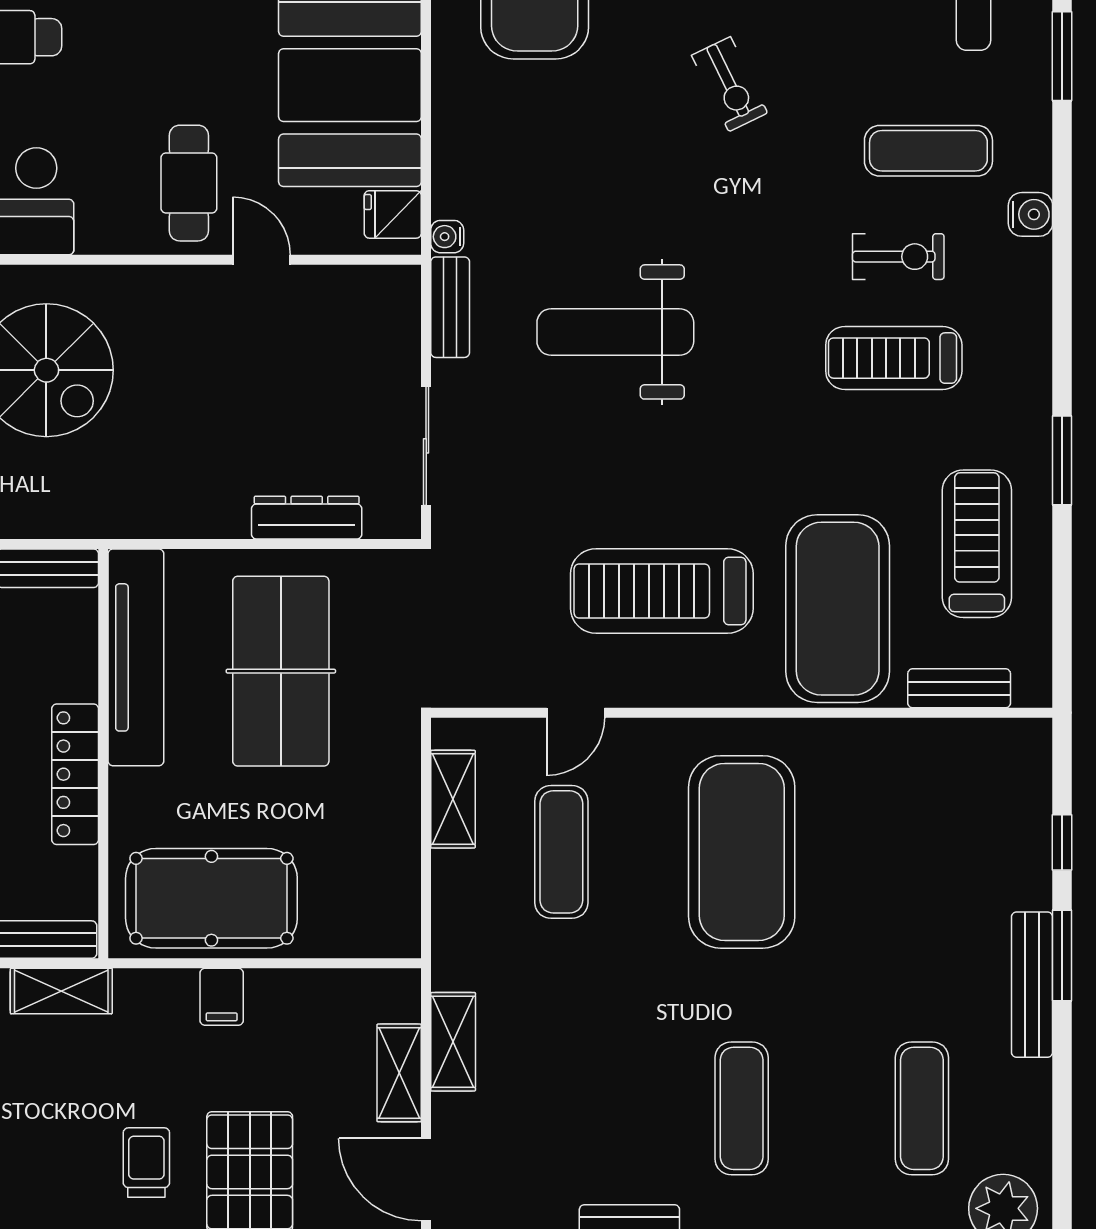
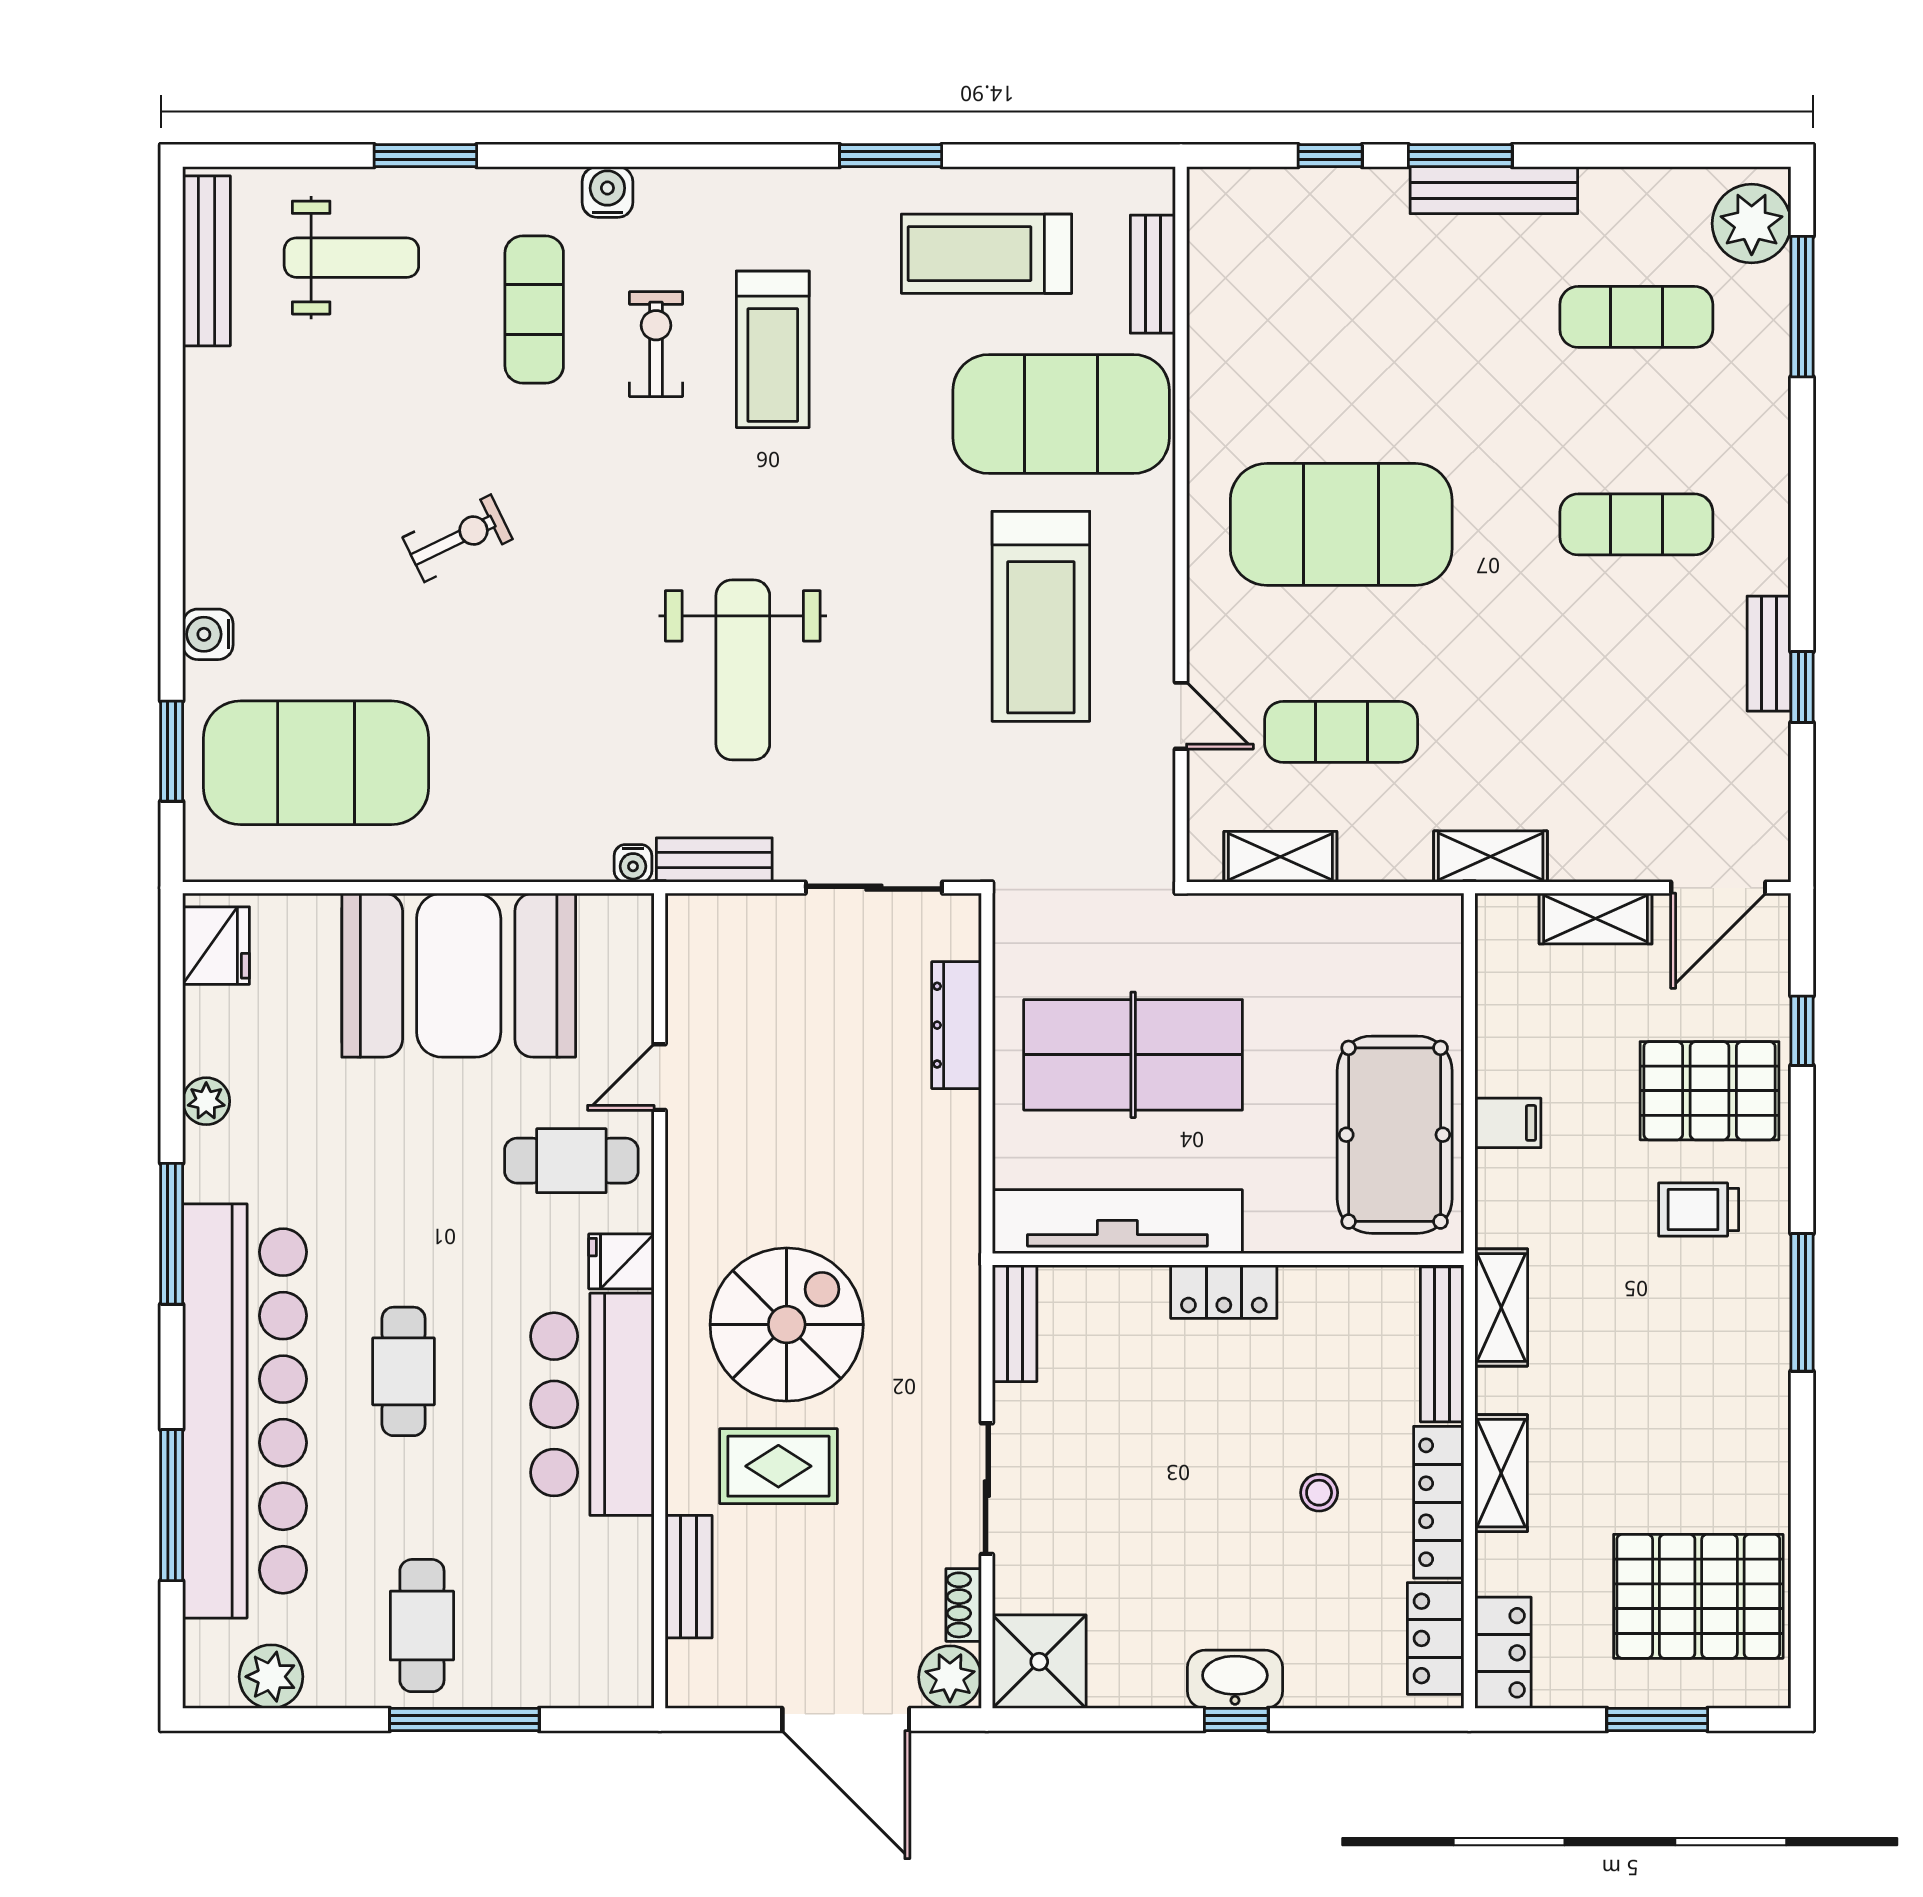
fridge: (393, 214) -> (621, 1261), moved, turned 90
locker: (75, 774) -> (1224, 1292), width x0.66
shelving: (453, 1042) -> (1491, 857), moved

